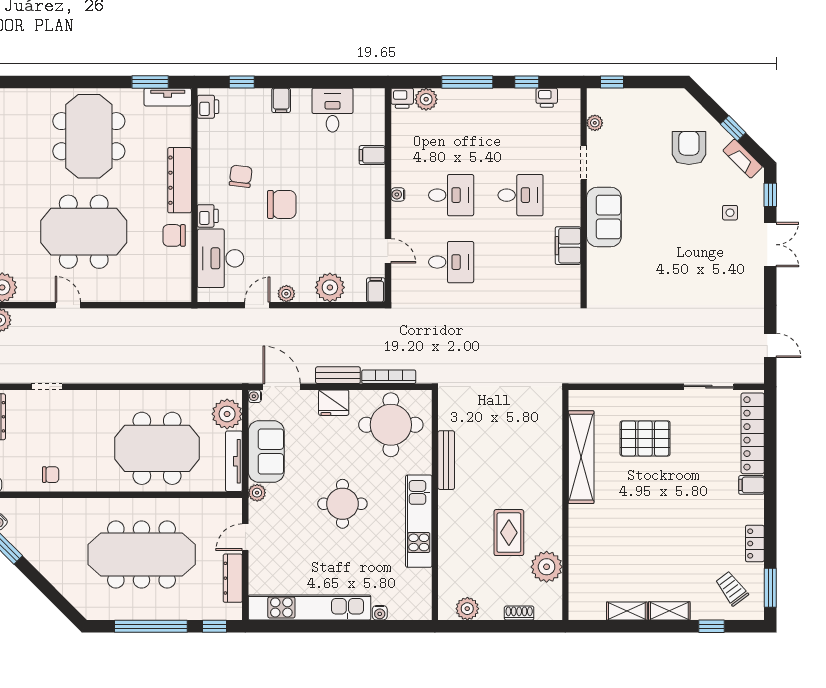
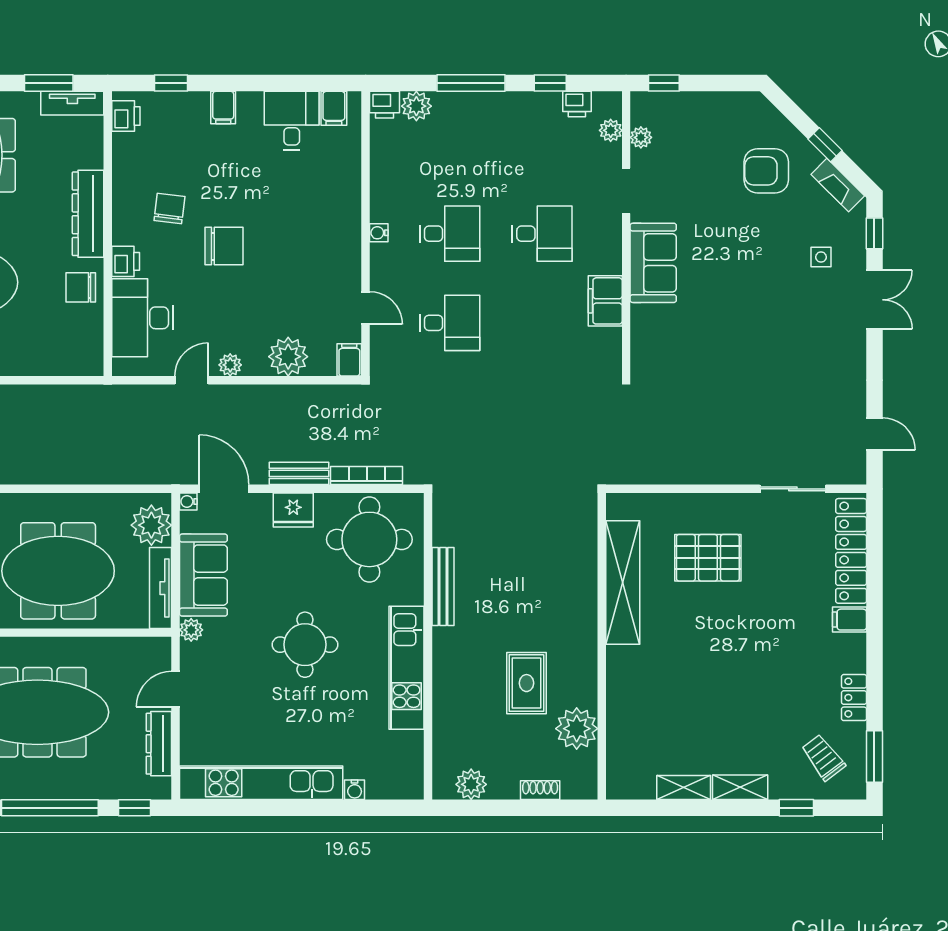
plant: (572, 118) -> (611, 130), added
armchair: (689, 148) -> (766, 171), turned -90
filing cabinet: (372, 155) -> (334, 108), moved, turned -90

